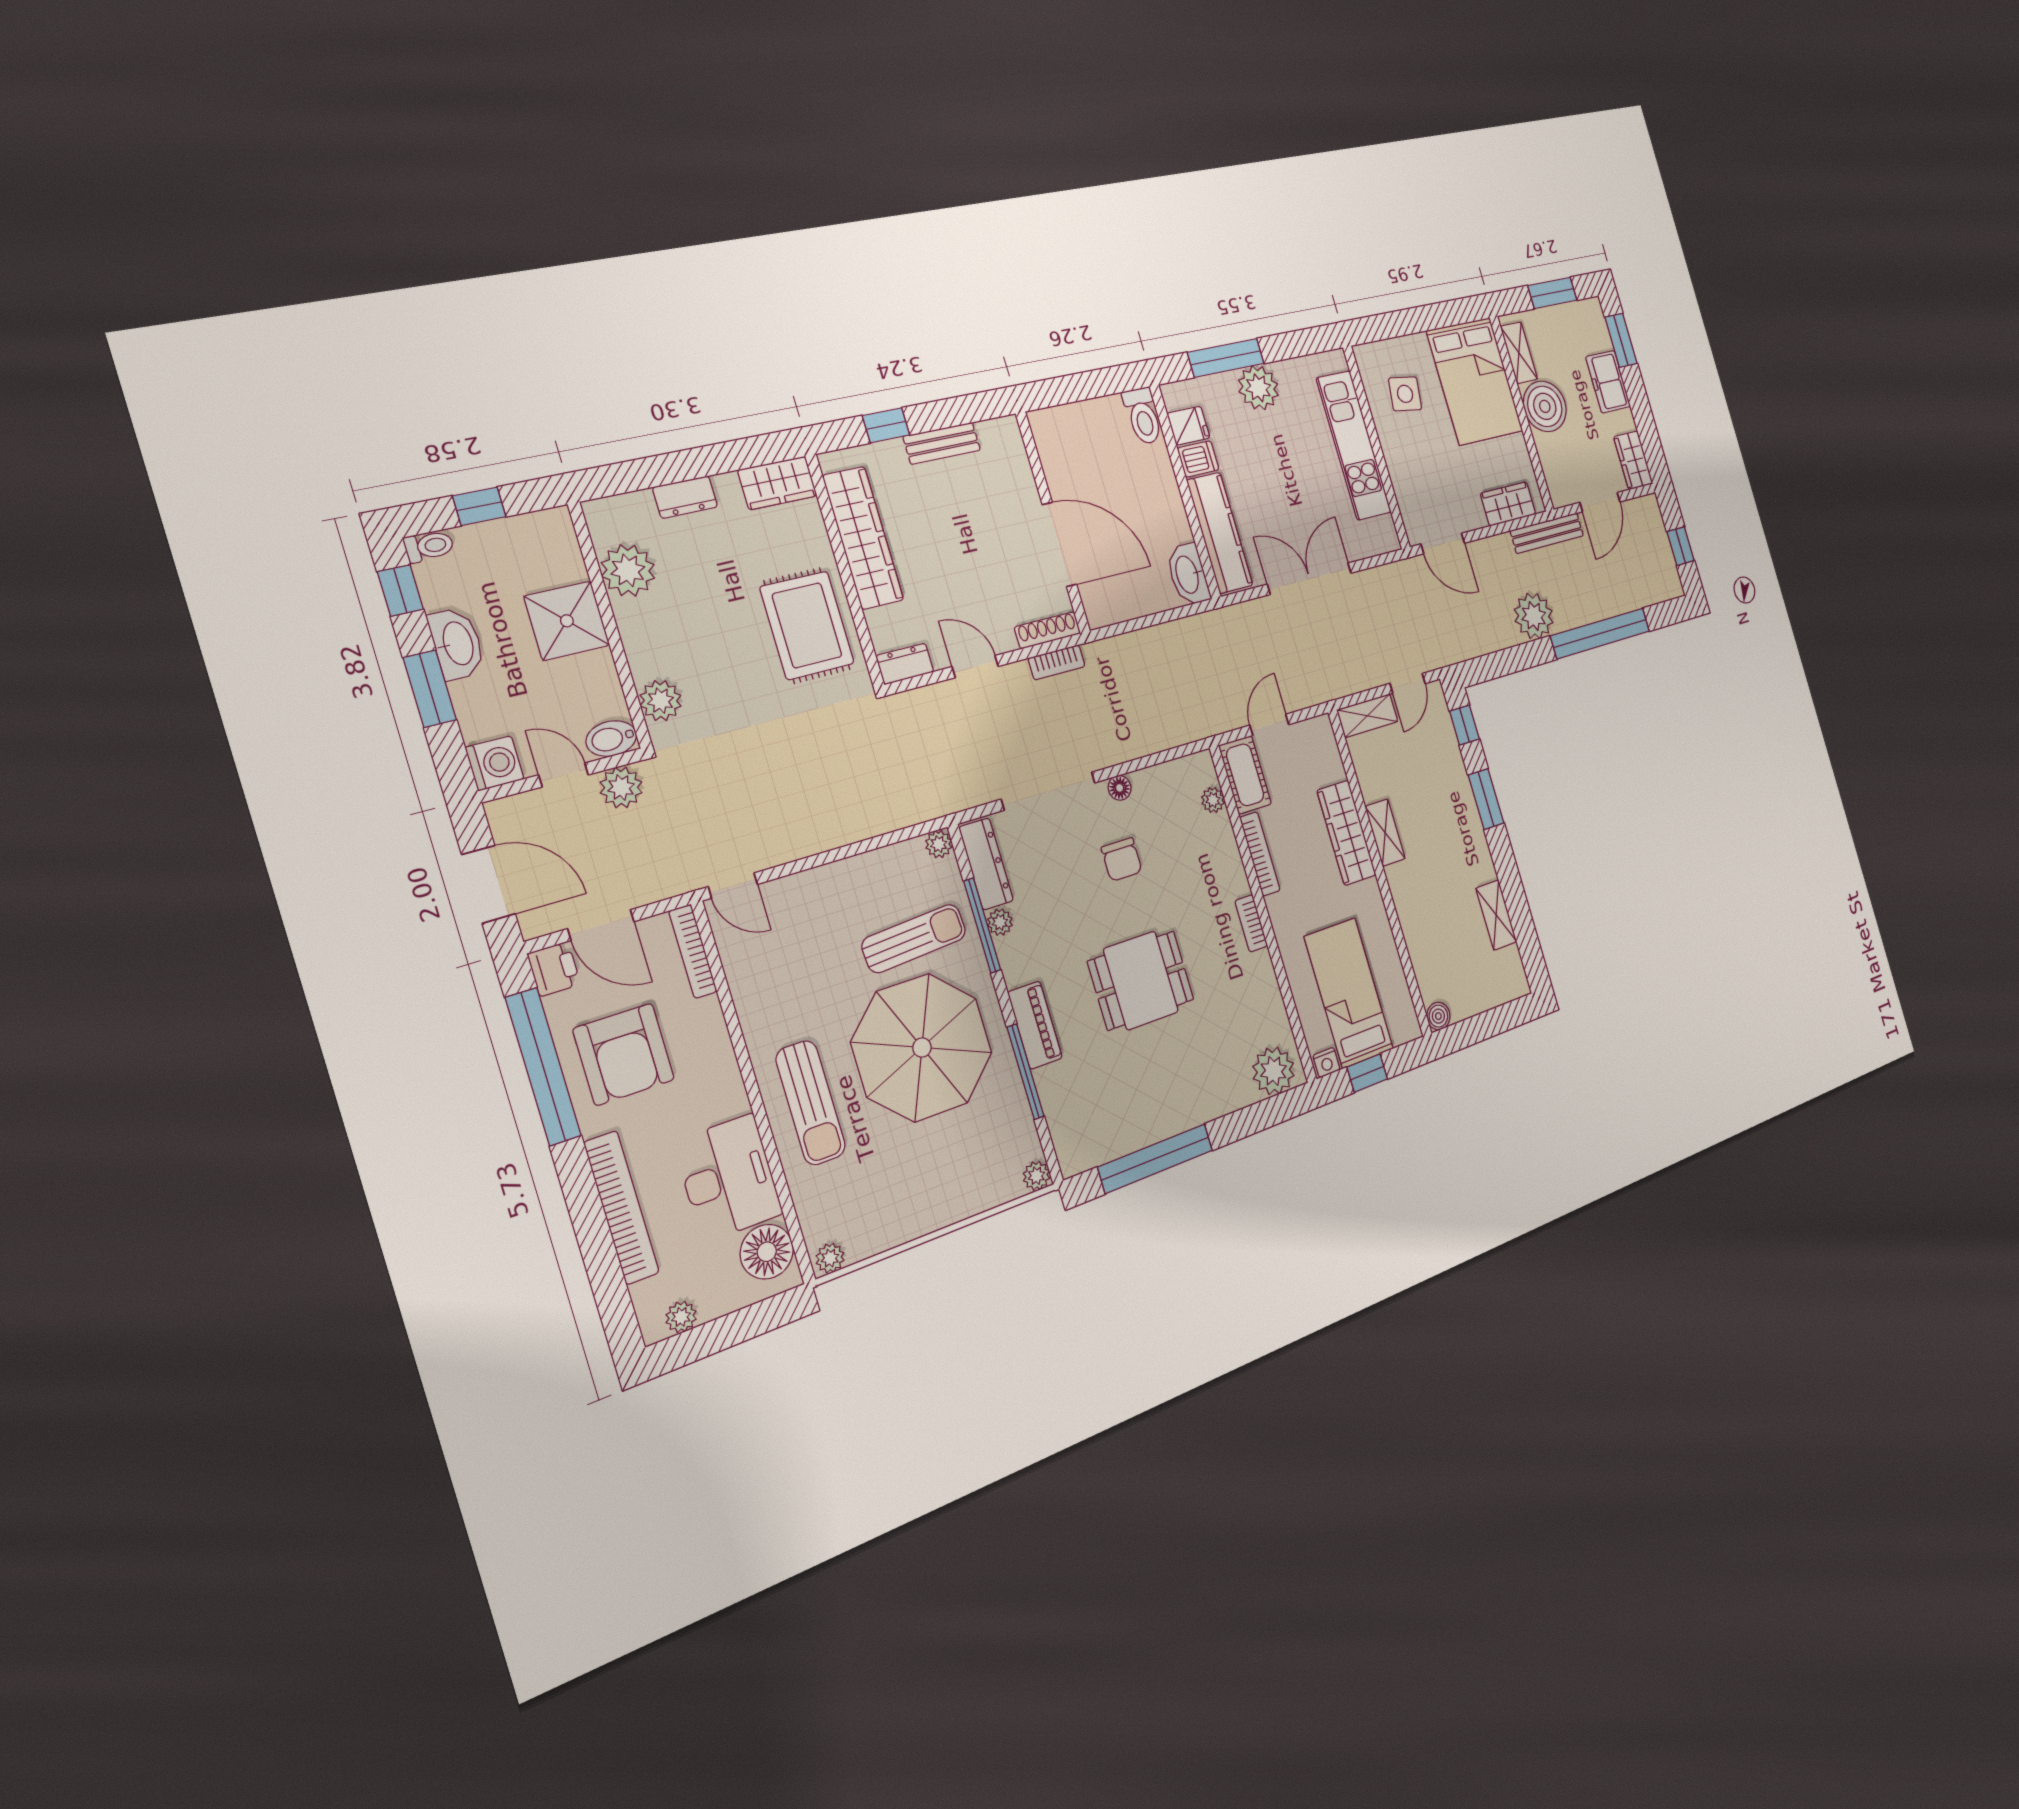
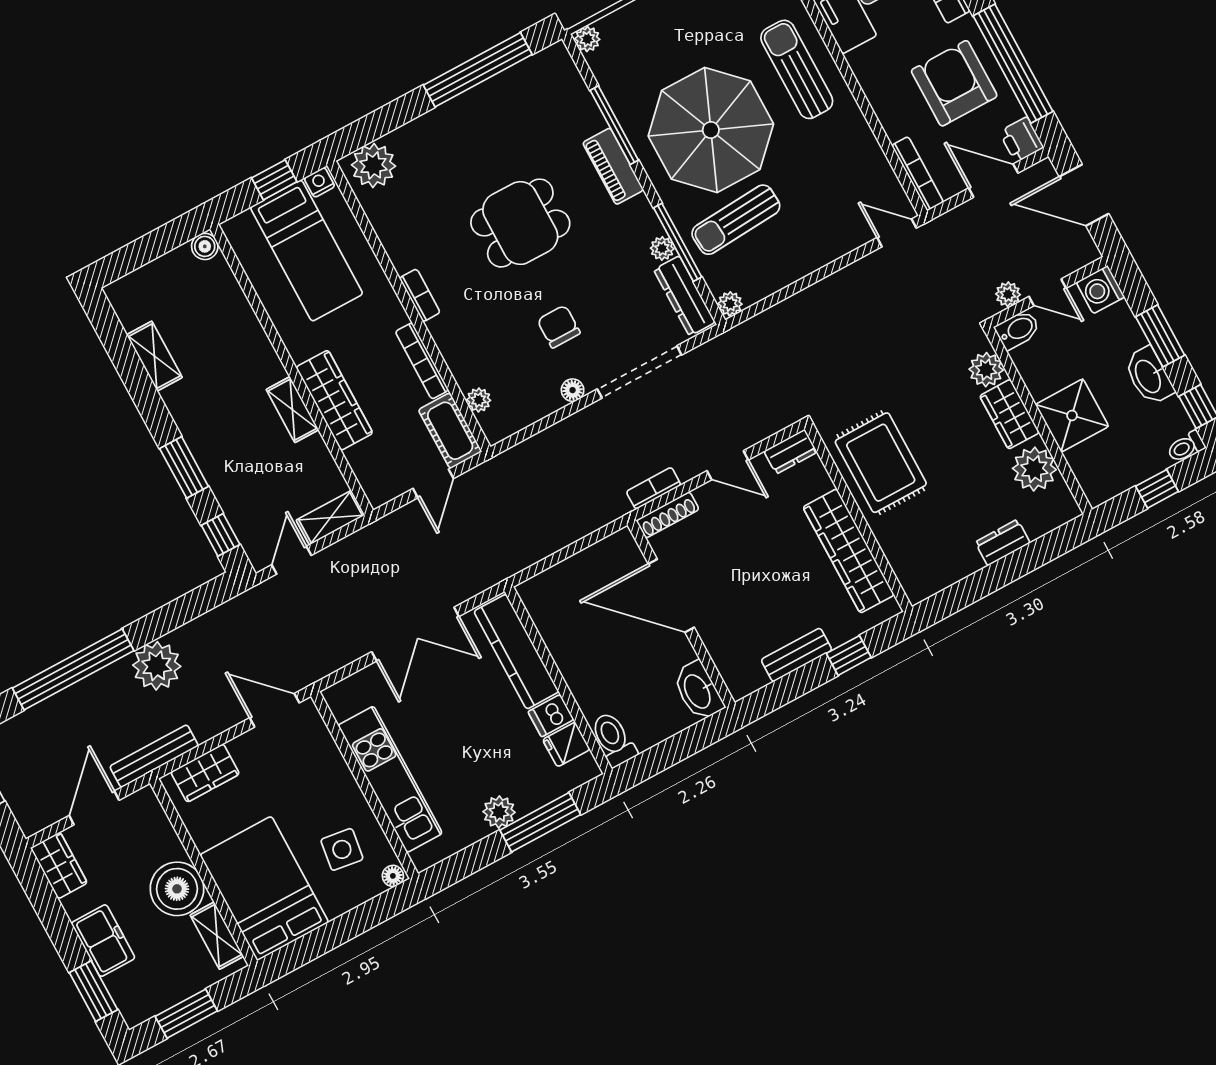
floor lamp: (1365, 354) -> (393, 876), added
plant: (1258, 388) -> (499, 812), width x0.73, depth x0.73
wardrobe: (777, 483) -> (1009, 414), moved, turned -90
washbasin: (1188, 574) -> (698, 691), moved, turned 180
plant: (621, 787) -> (1008, 294), width x0.73, depth x0.73

